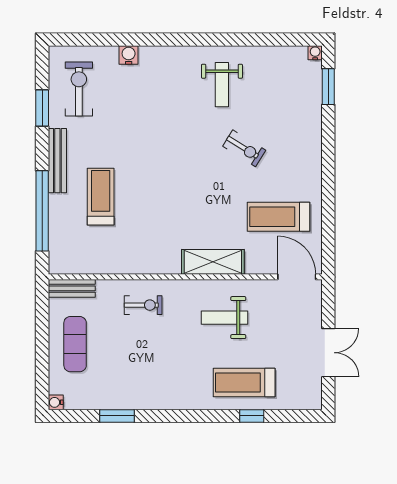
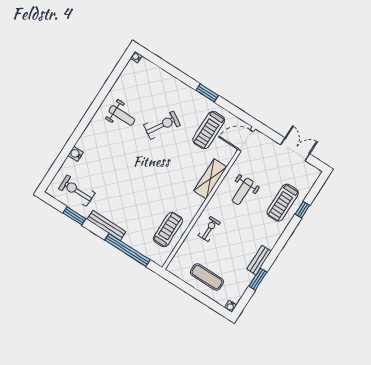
window: (328, 87) -> (207, 93), moved
exercise bike: (244, 148) -> (162, 125), width x1.38, depth x1.39
treadmill: (101, 197) -> (168, 230), moved, turned 90
bench: (72, 288) -> (259, 260), moved

